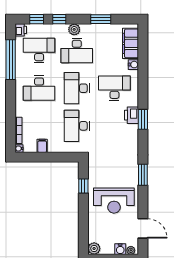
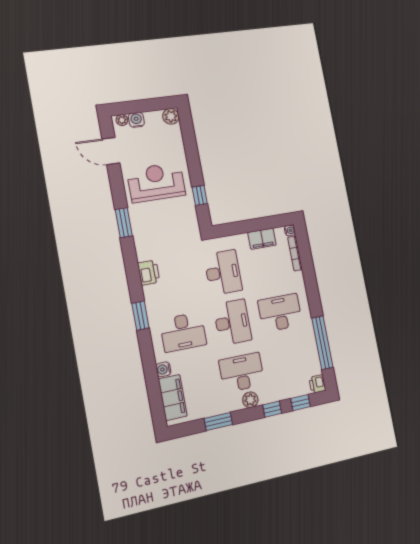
desk: (39, 50) -> (290, 362), removed
printer: (131, 115) -> (149, 273), moved
window: (143, 119) -> (140, 316), moved
filing cabinet: (42, 146) -> (262, 239), width x2.00

